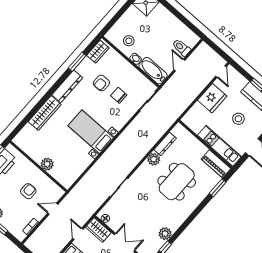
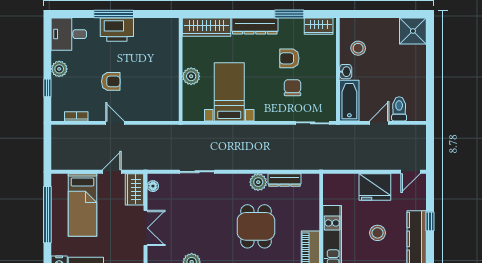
plant: (47, 164) -> (191, 76), moved
wall: (38, 167) -> (181, 69), moved
dining table: (177, 182) -> (256, 226), width x0.73

